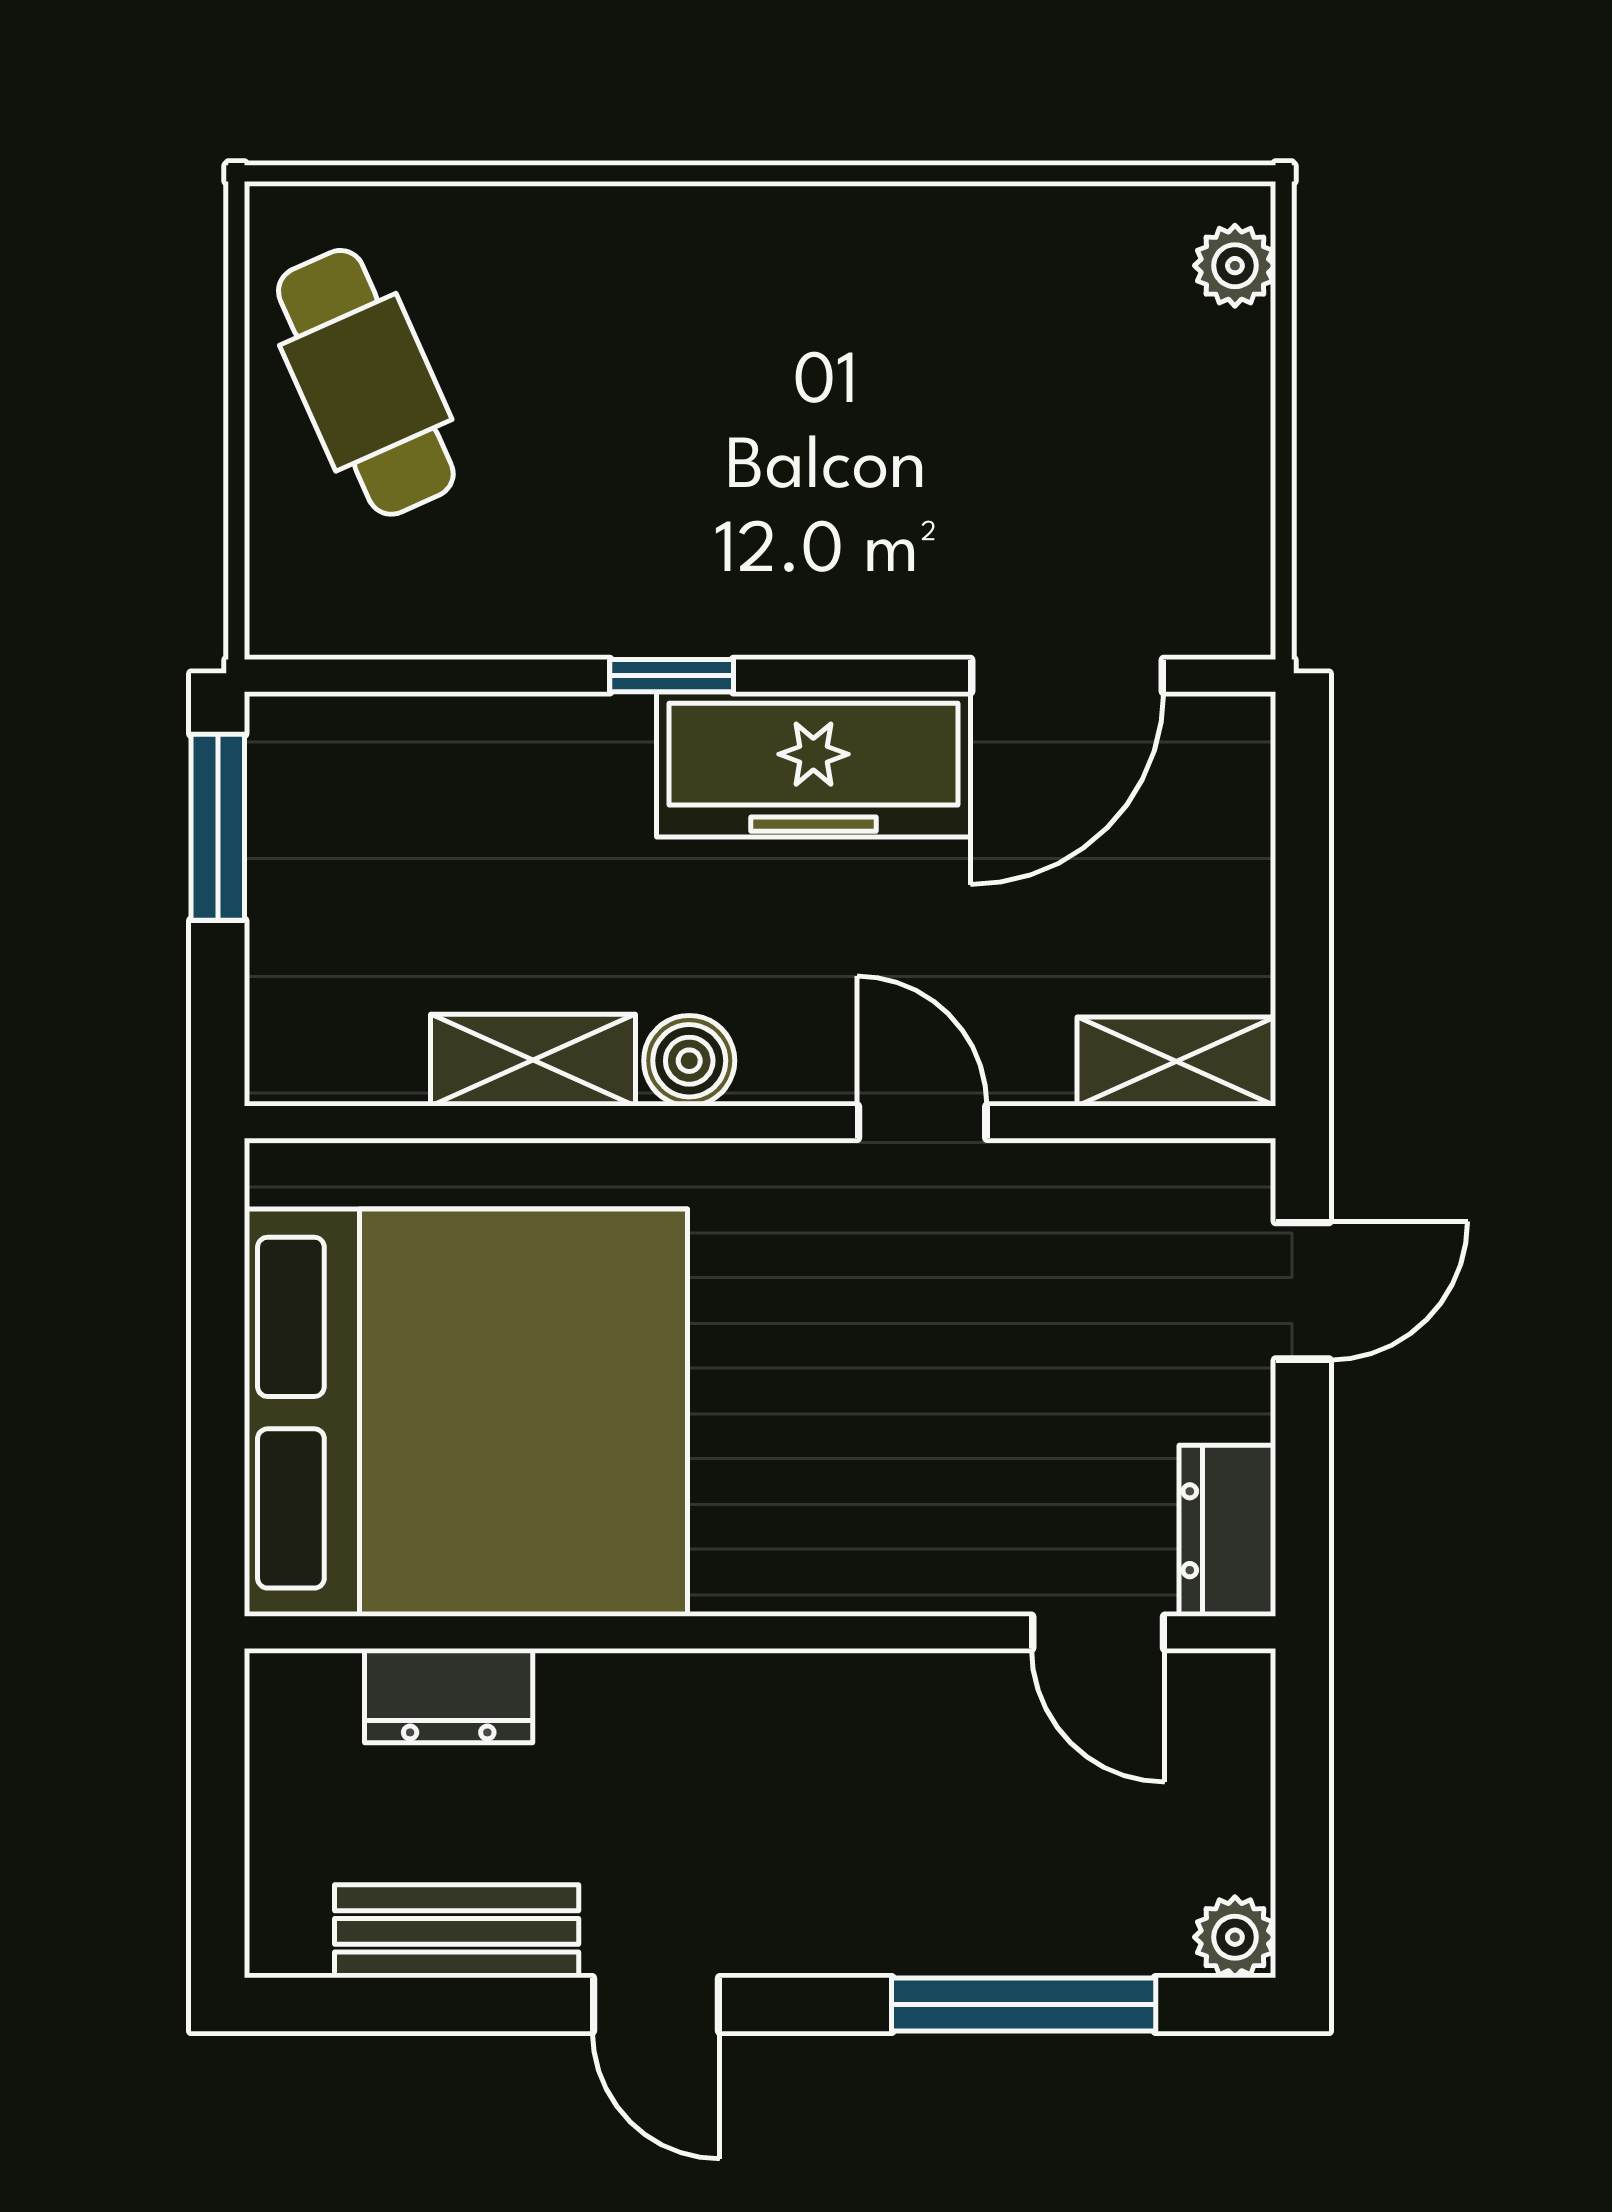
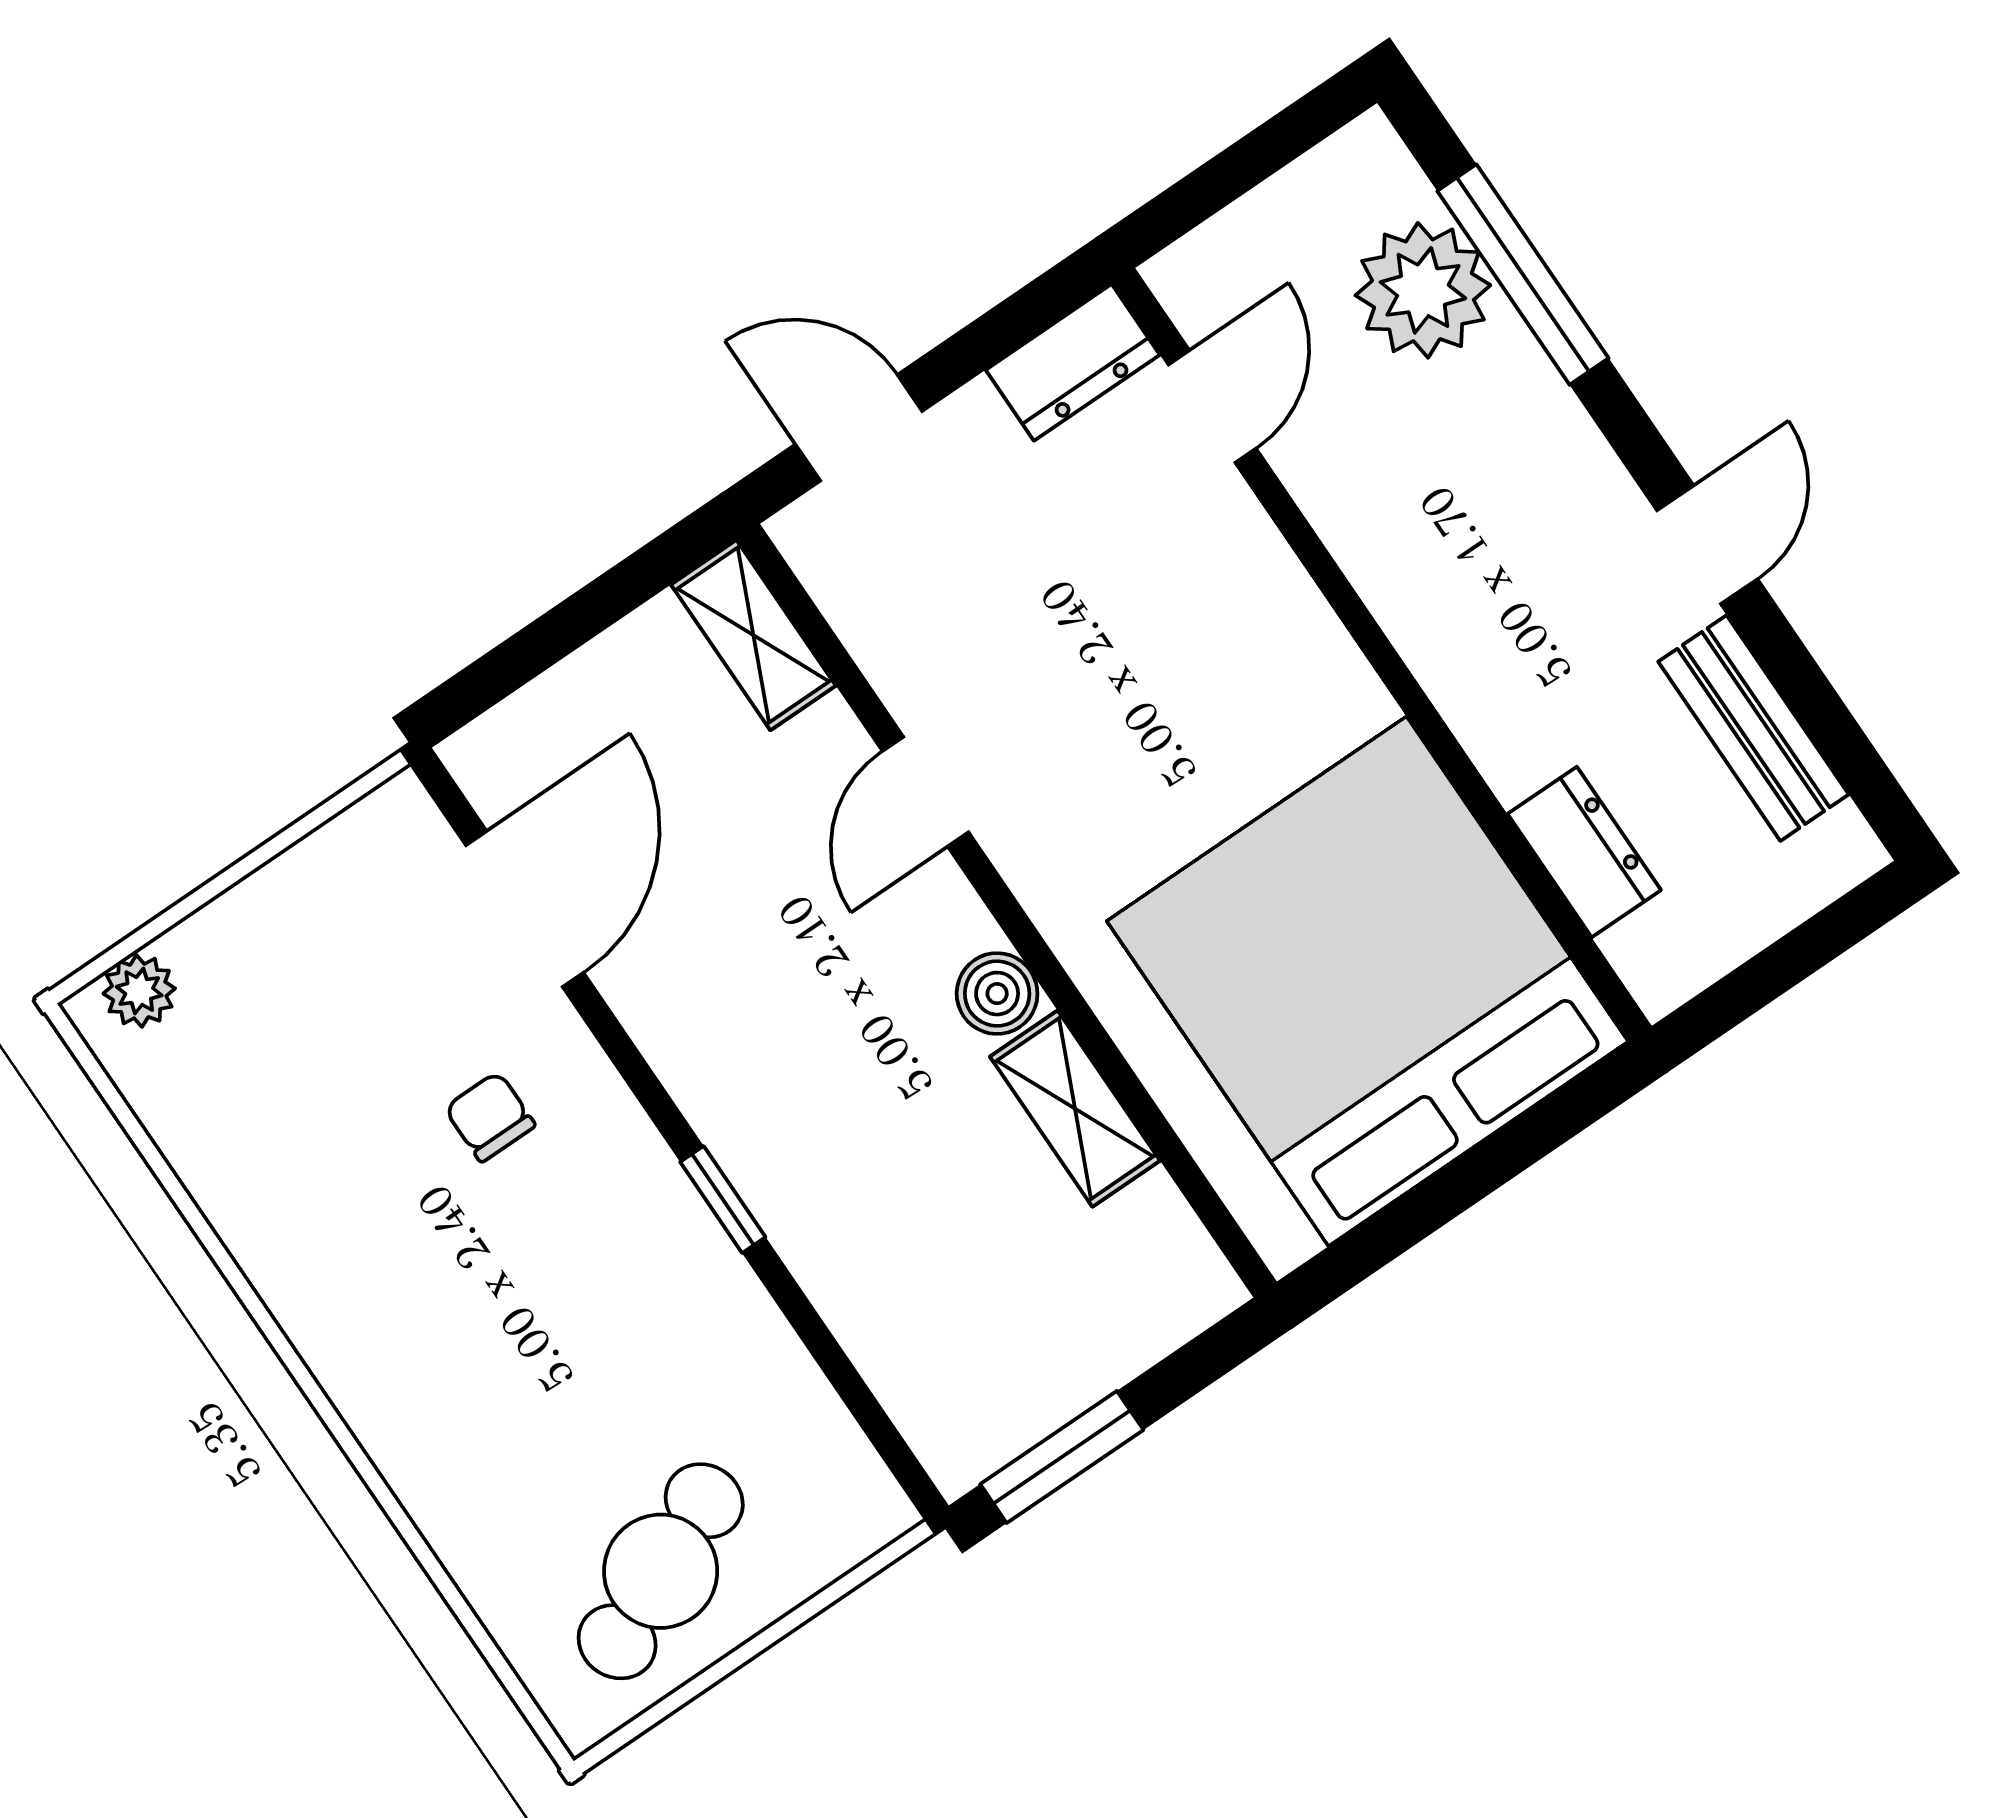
chair: (896, 512) -> (490, 1117), added
door: (1067, 676) -> (525, 909), hinge flipped
freezer: (813, 764) -> (717, 1051), removed
plant: (1235, 1937) -> (1423, 290), moved, width x1.88, depth x1.88

